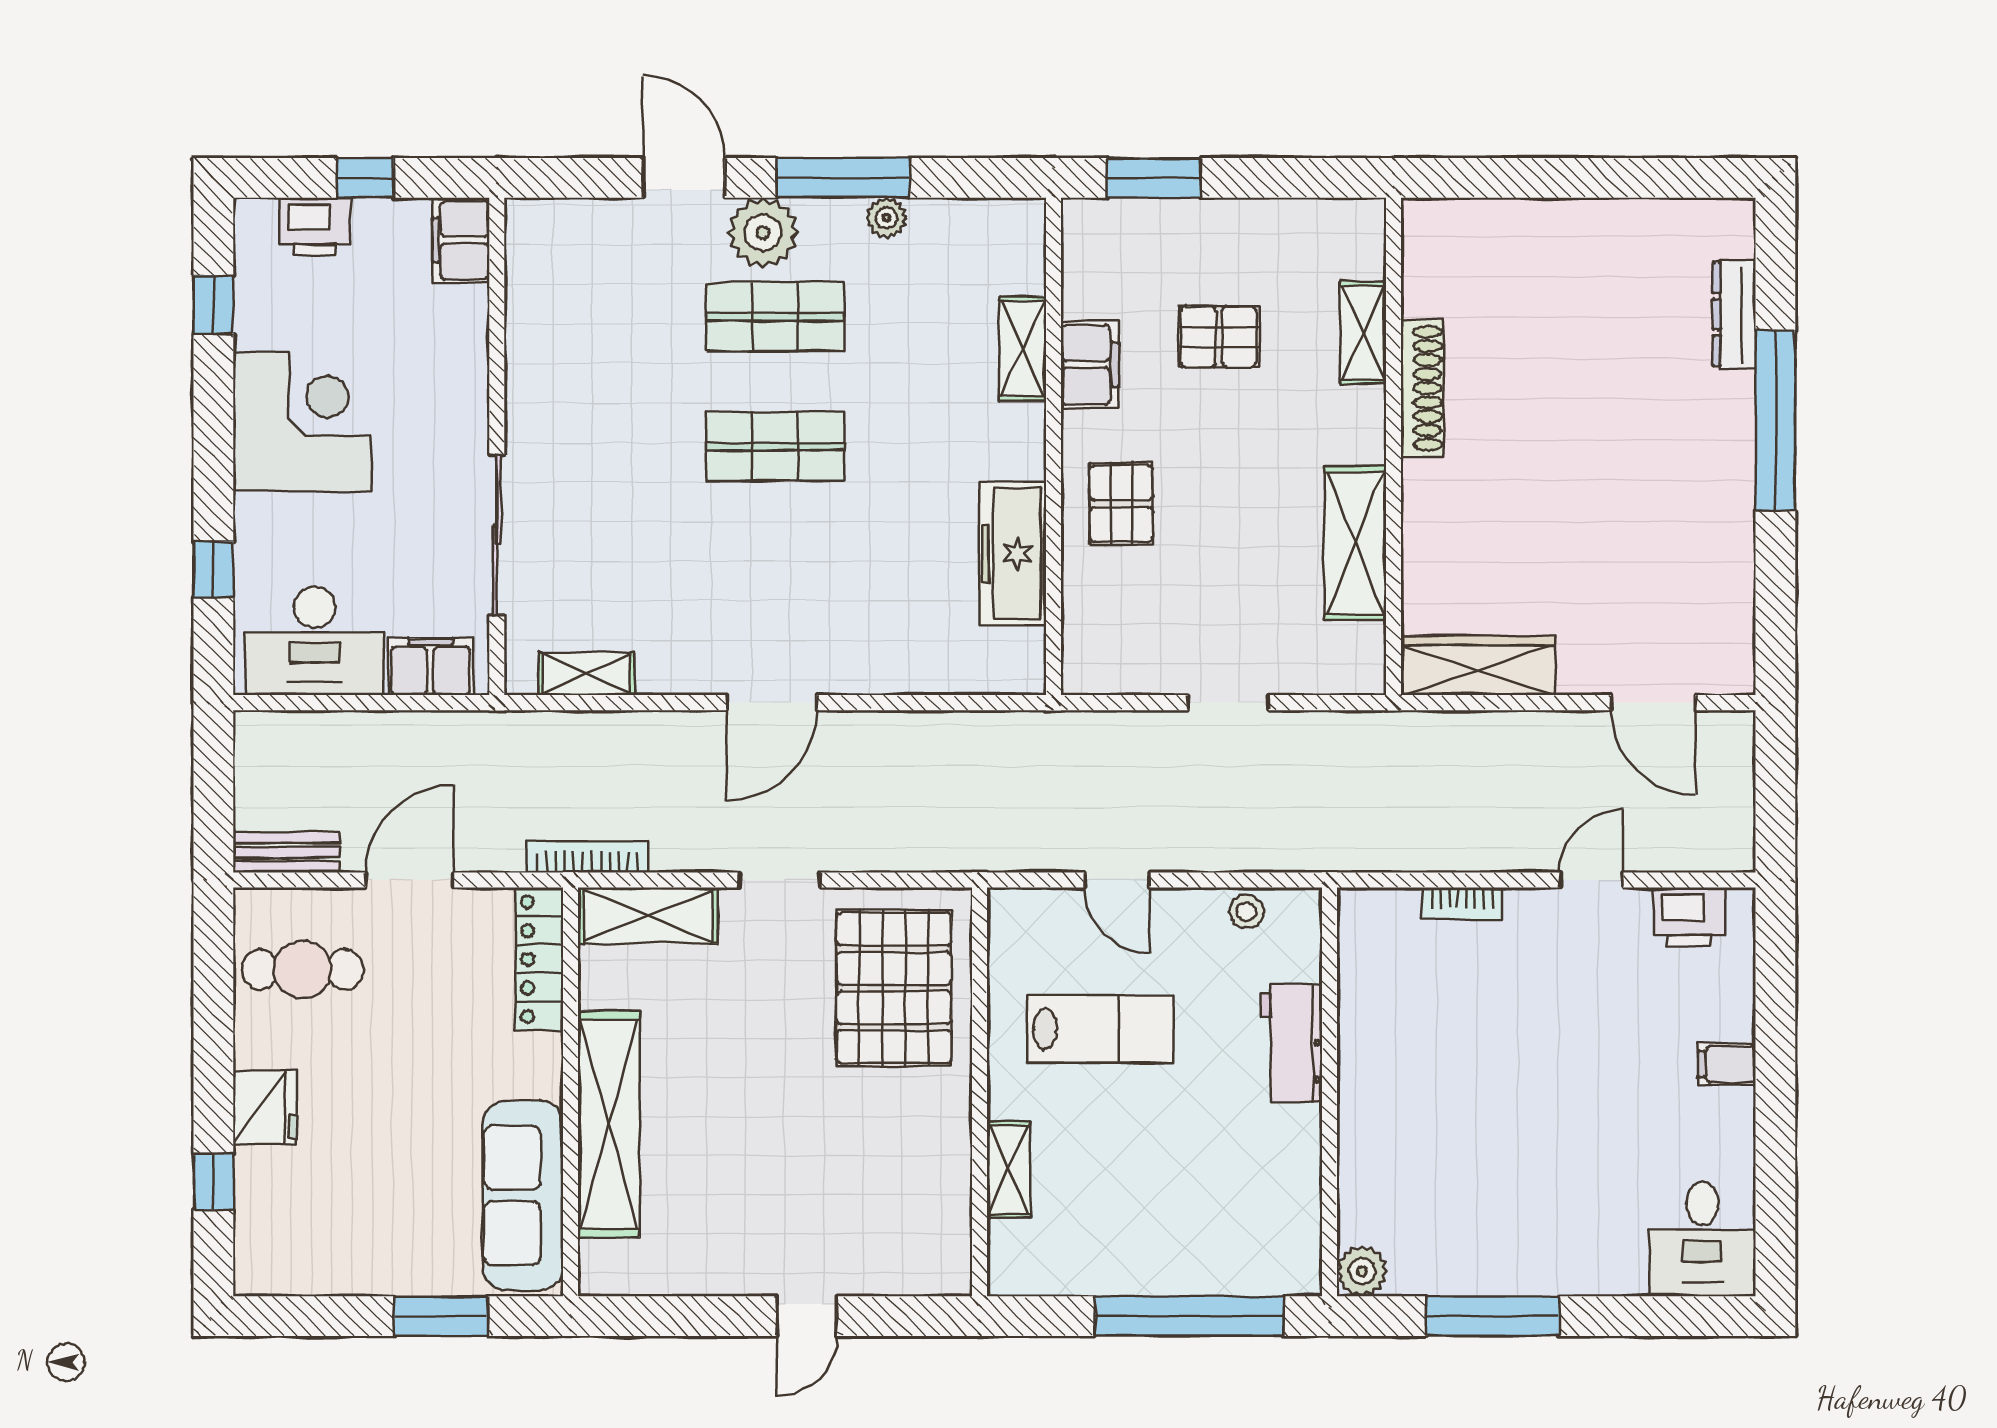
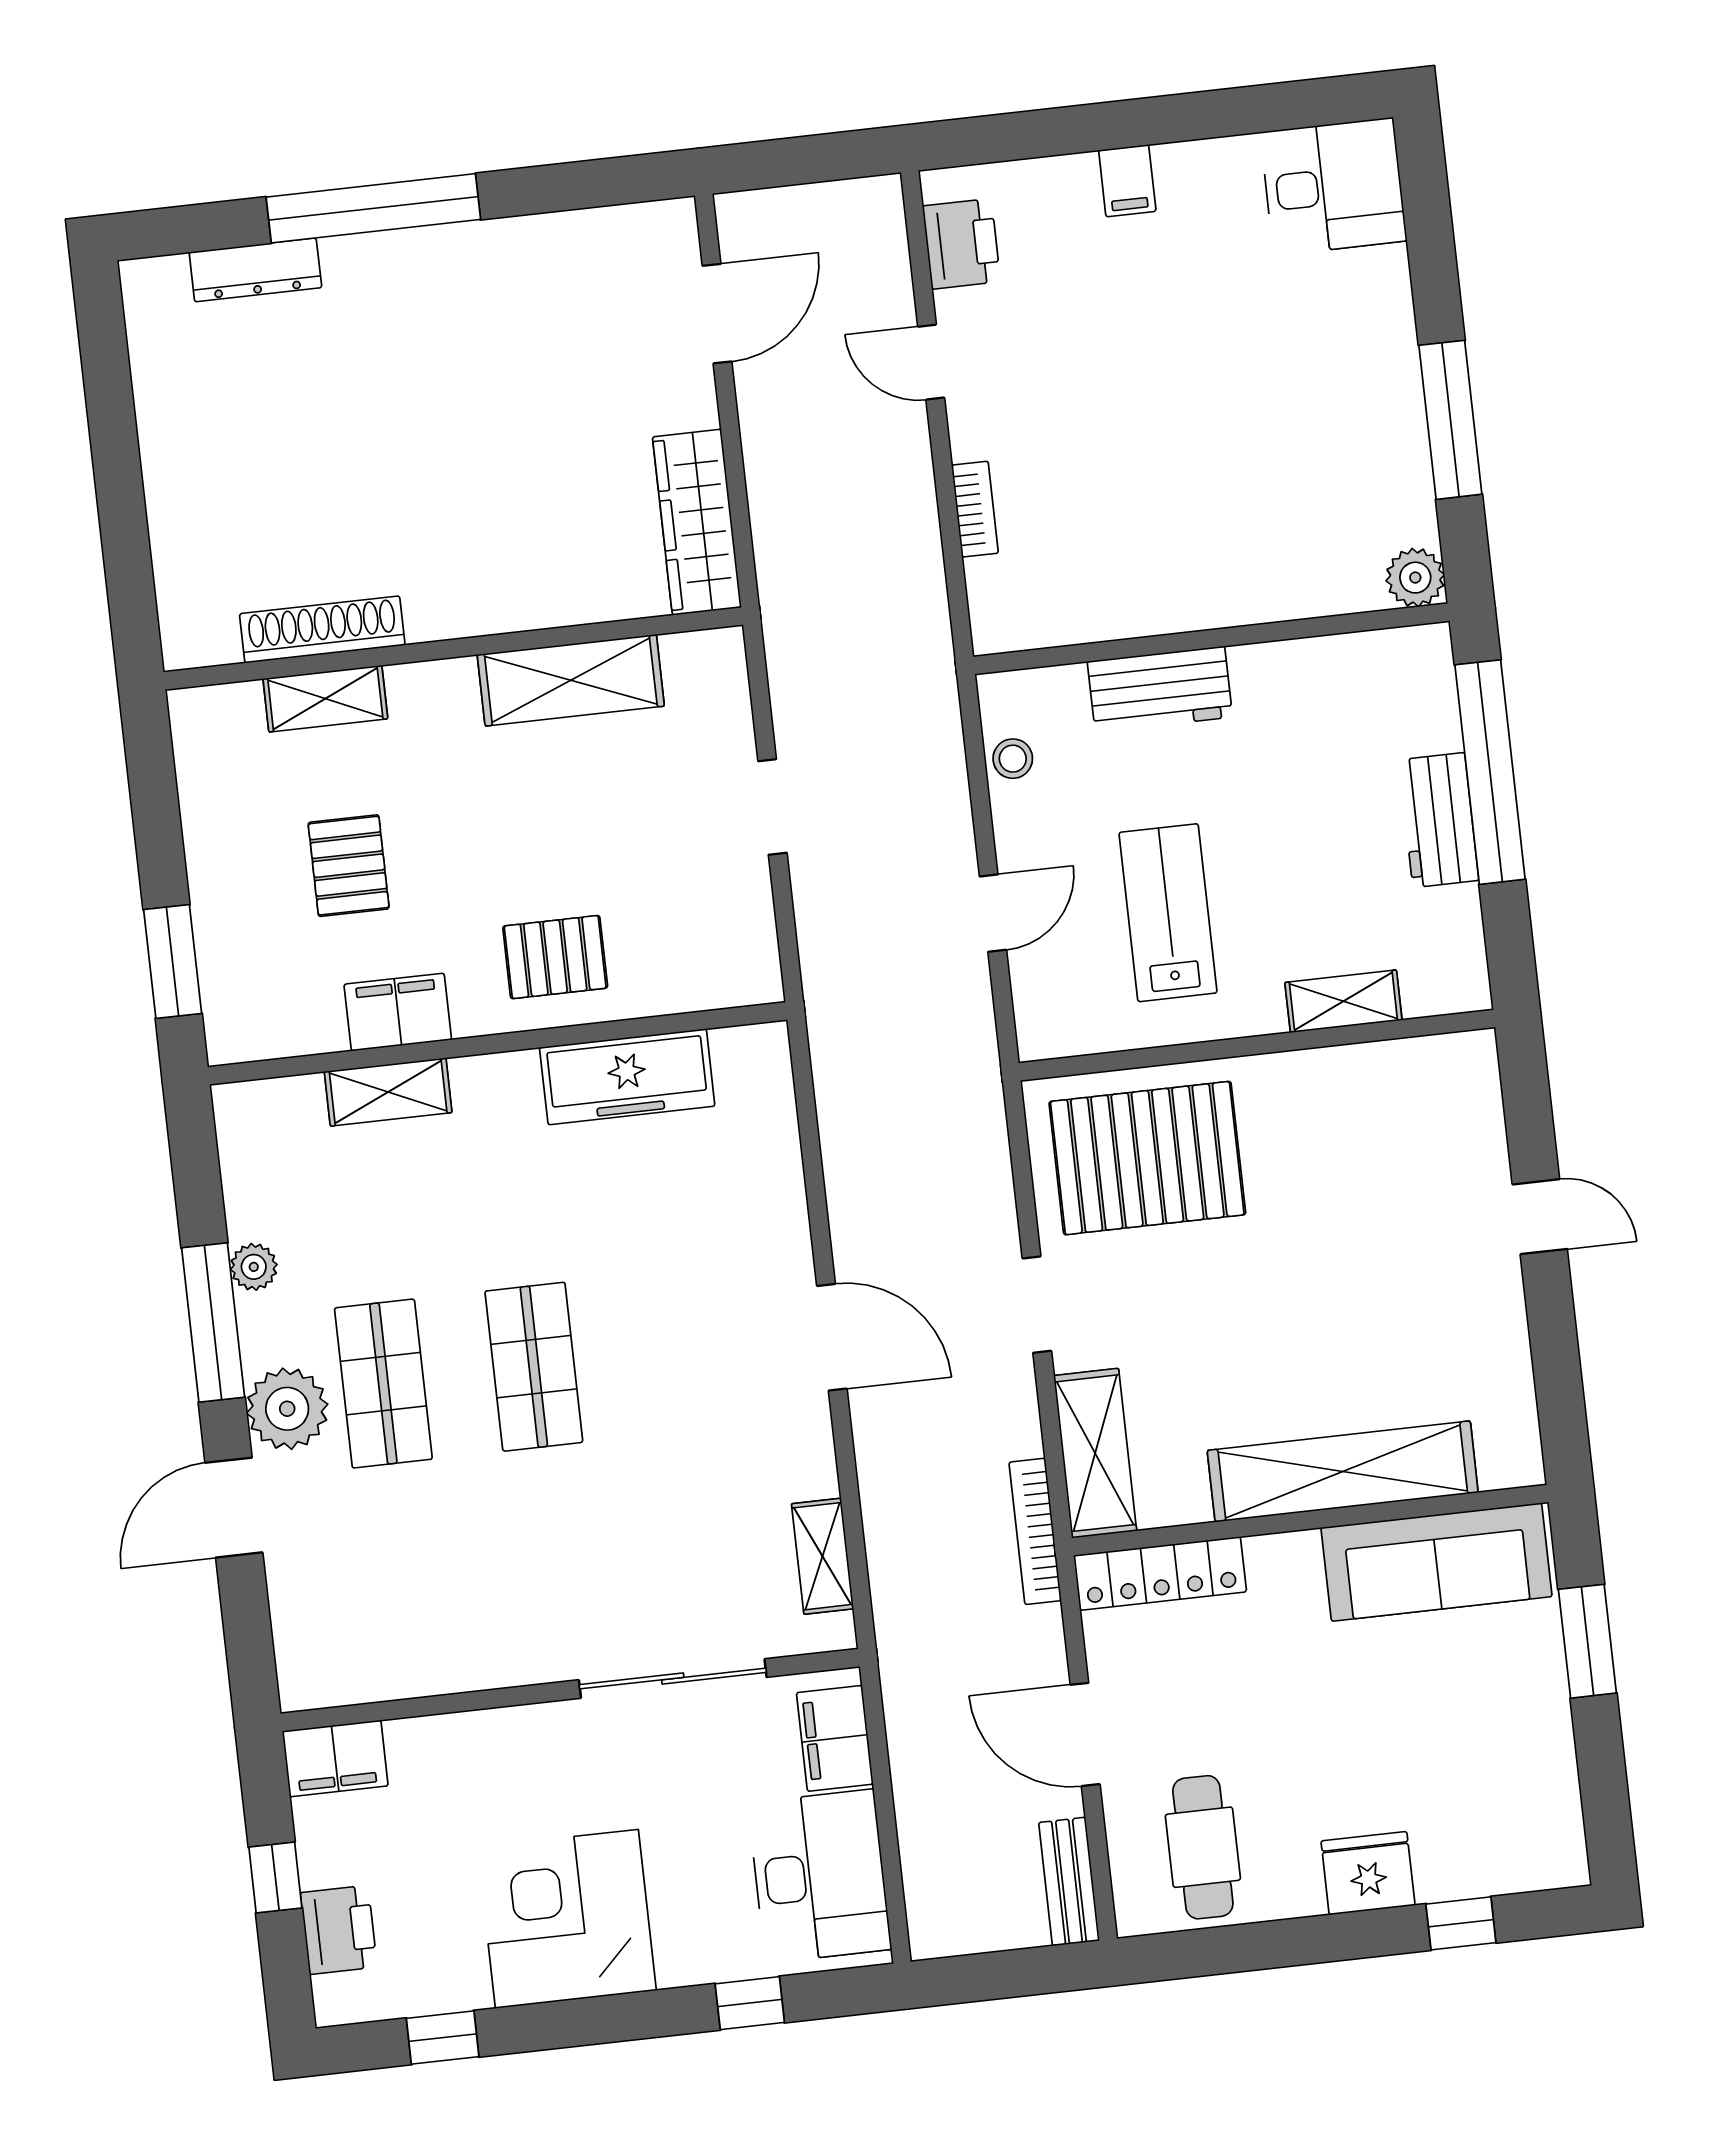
shoe rack: (1422, 388) -> (322, 629), moved
workbench: (1154, 1268) -> (1439, 820), added

